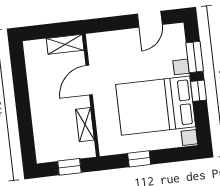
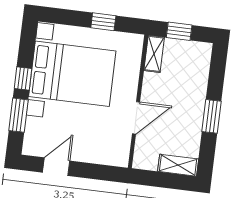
shelving: (65, 44) -> (178, 165), moved
window: (22, 98) -> (212, 116), added
shelving: (85, 125) -> (154, 54), moved

